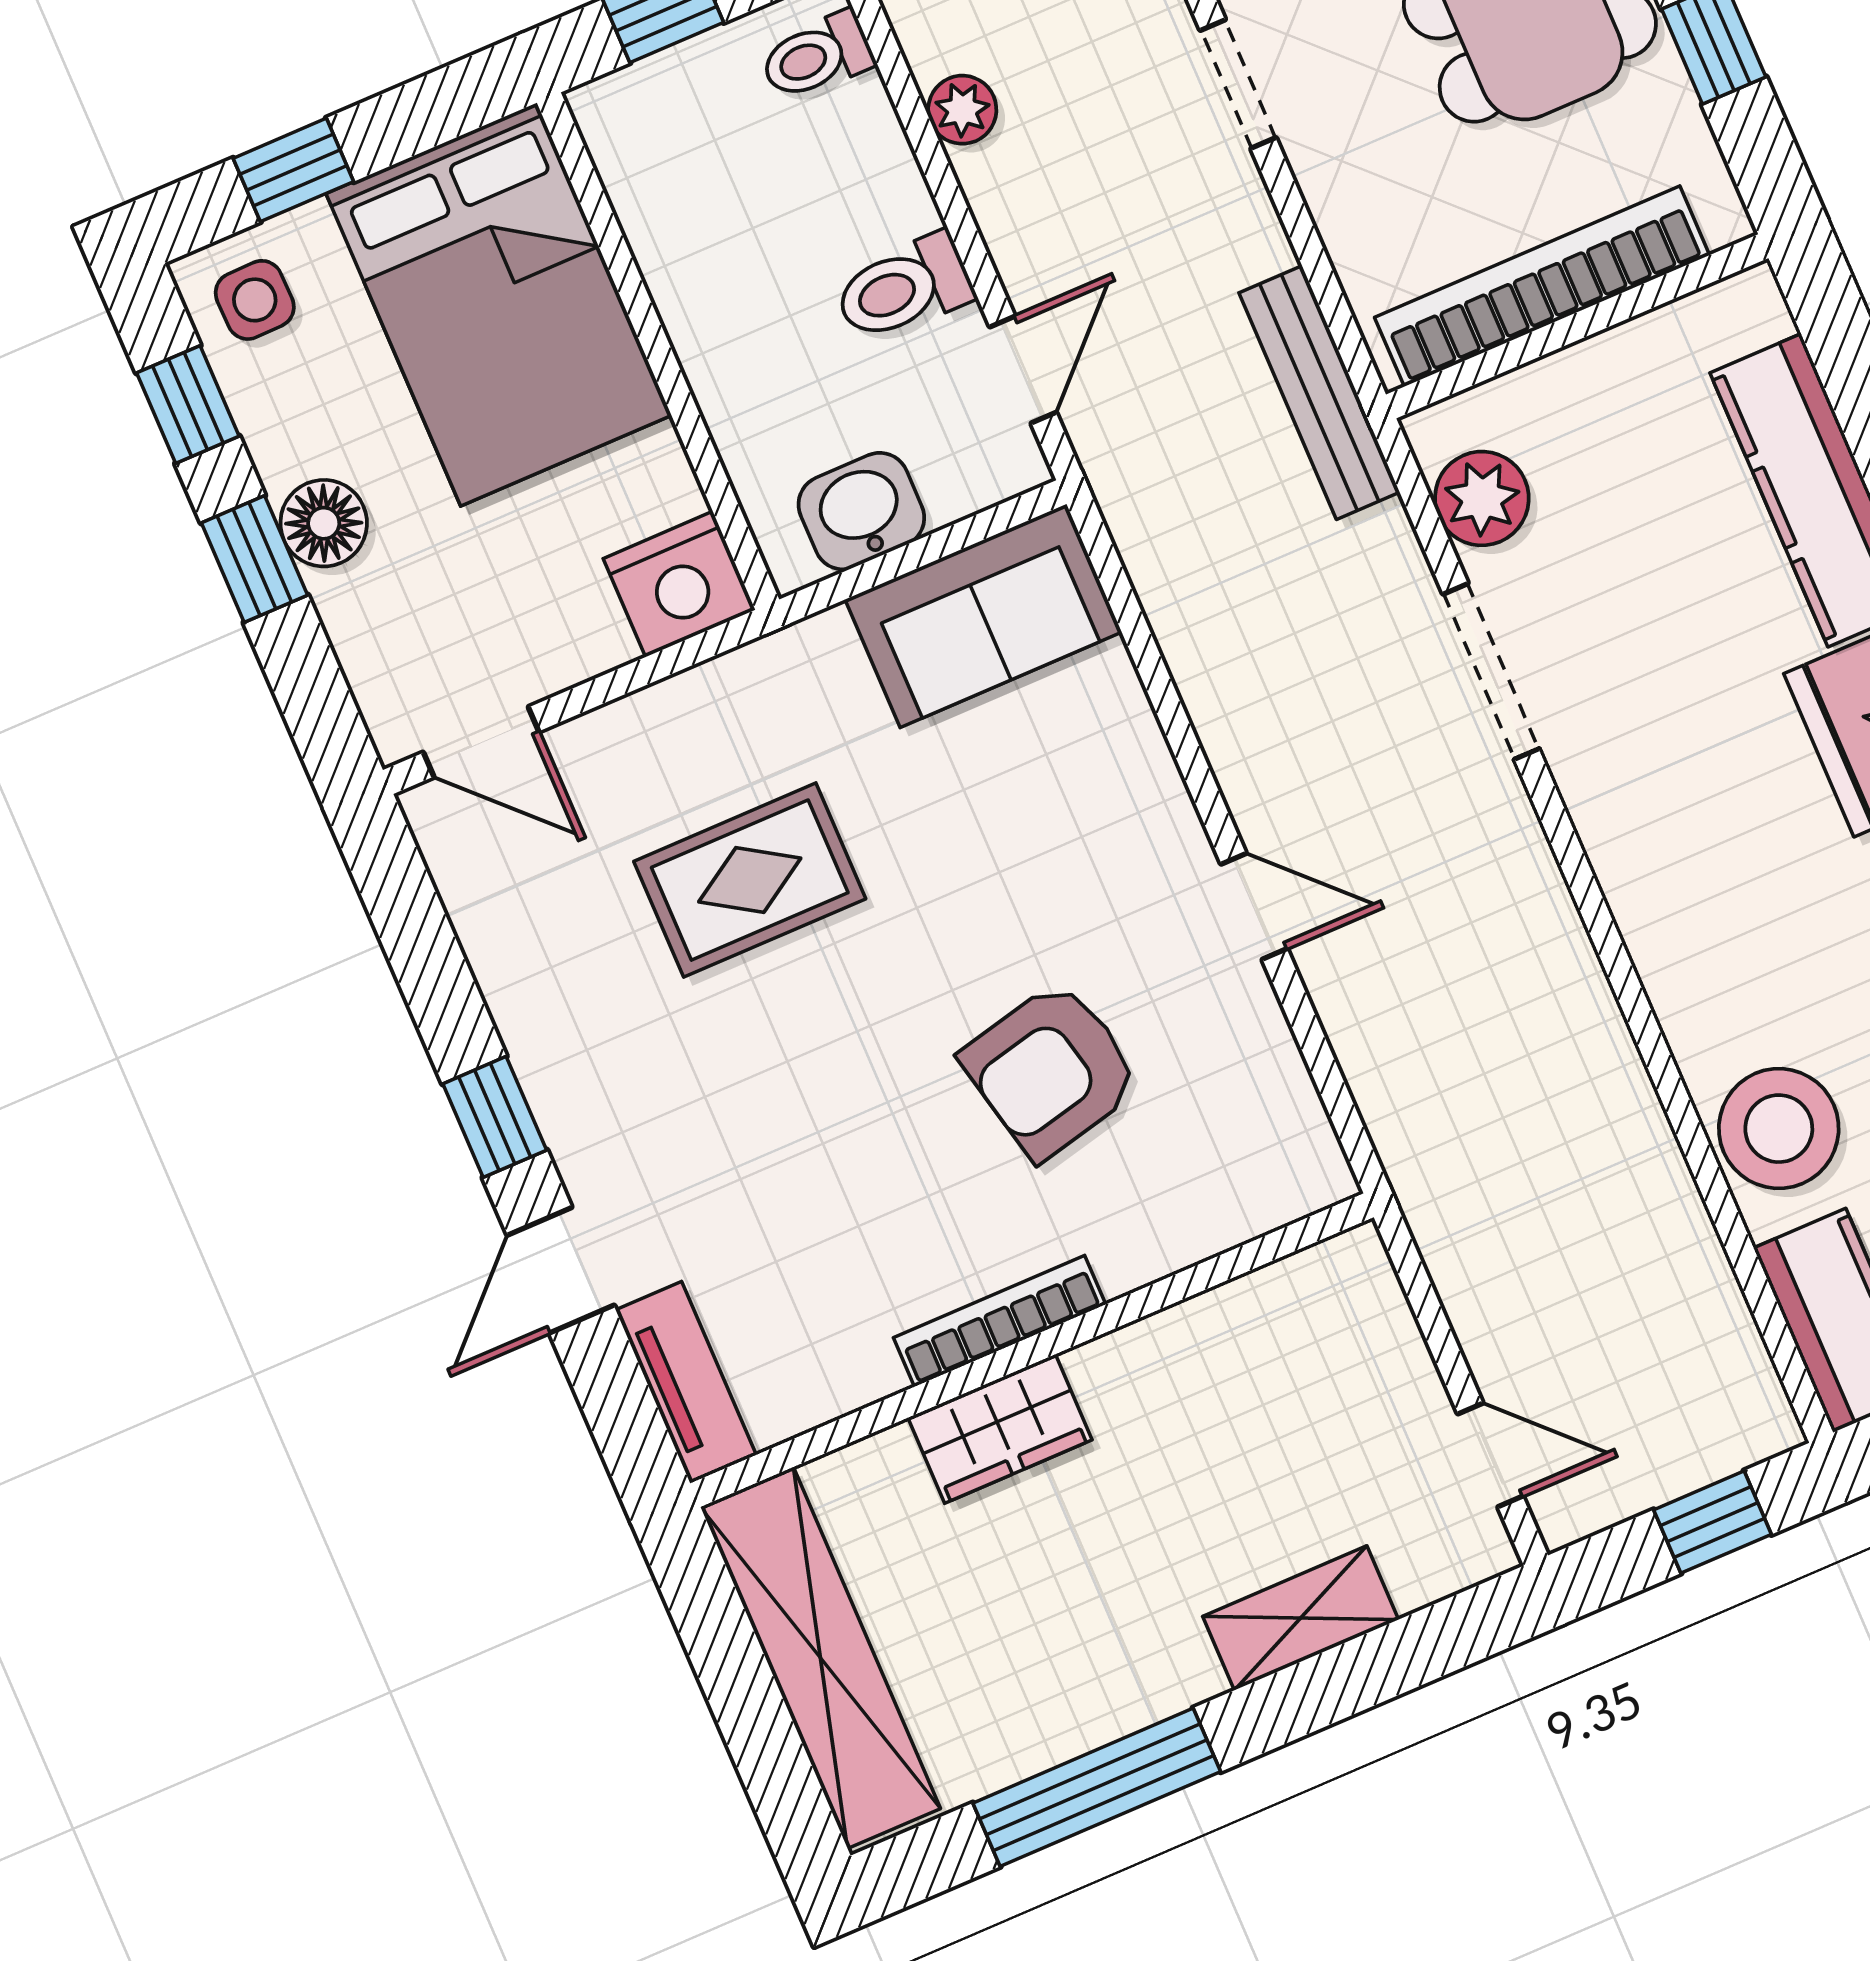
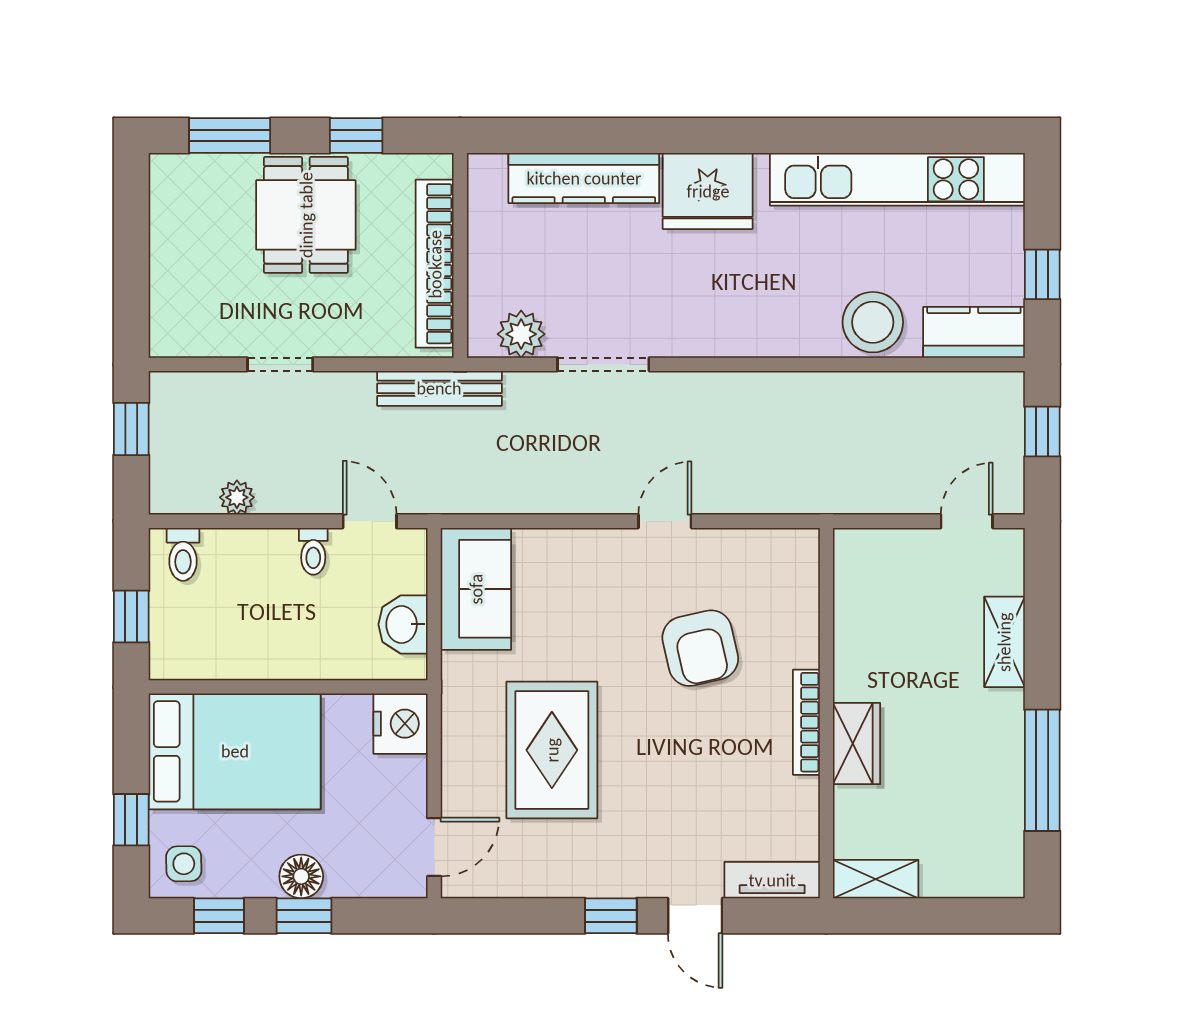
toilet: (904, 288) -> (313, 551), width x0.73, depth x0.72
rug: (750, 880) -> (552, 750), width x1.36, depth x1.43
shelving: (820, 1658) -> (876, 879), width x0.45, depth x0.75

